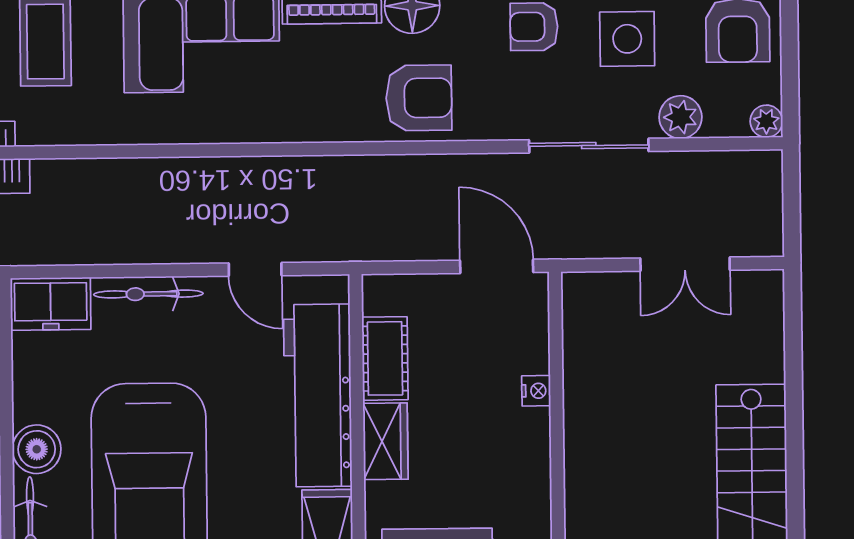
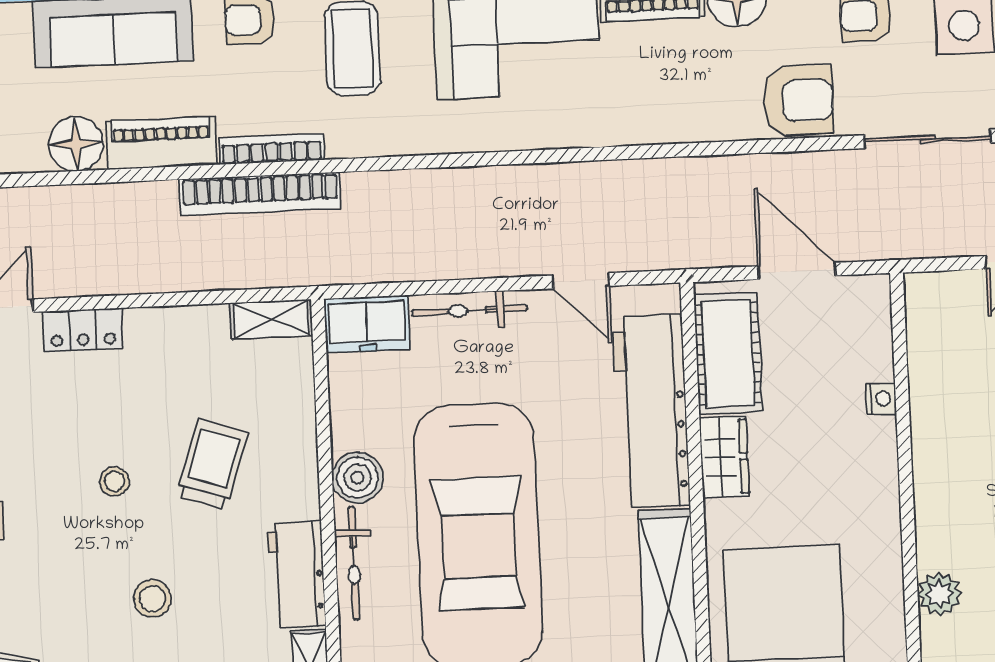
armchair: (419, 98) -> (798, 100), moved
door: (497, 266) -> (797, 271), moved
cot: (385, 358) -> (728, 354), width x1.37, depth x1.34

